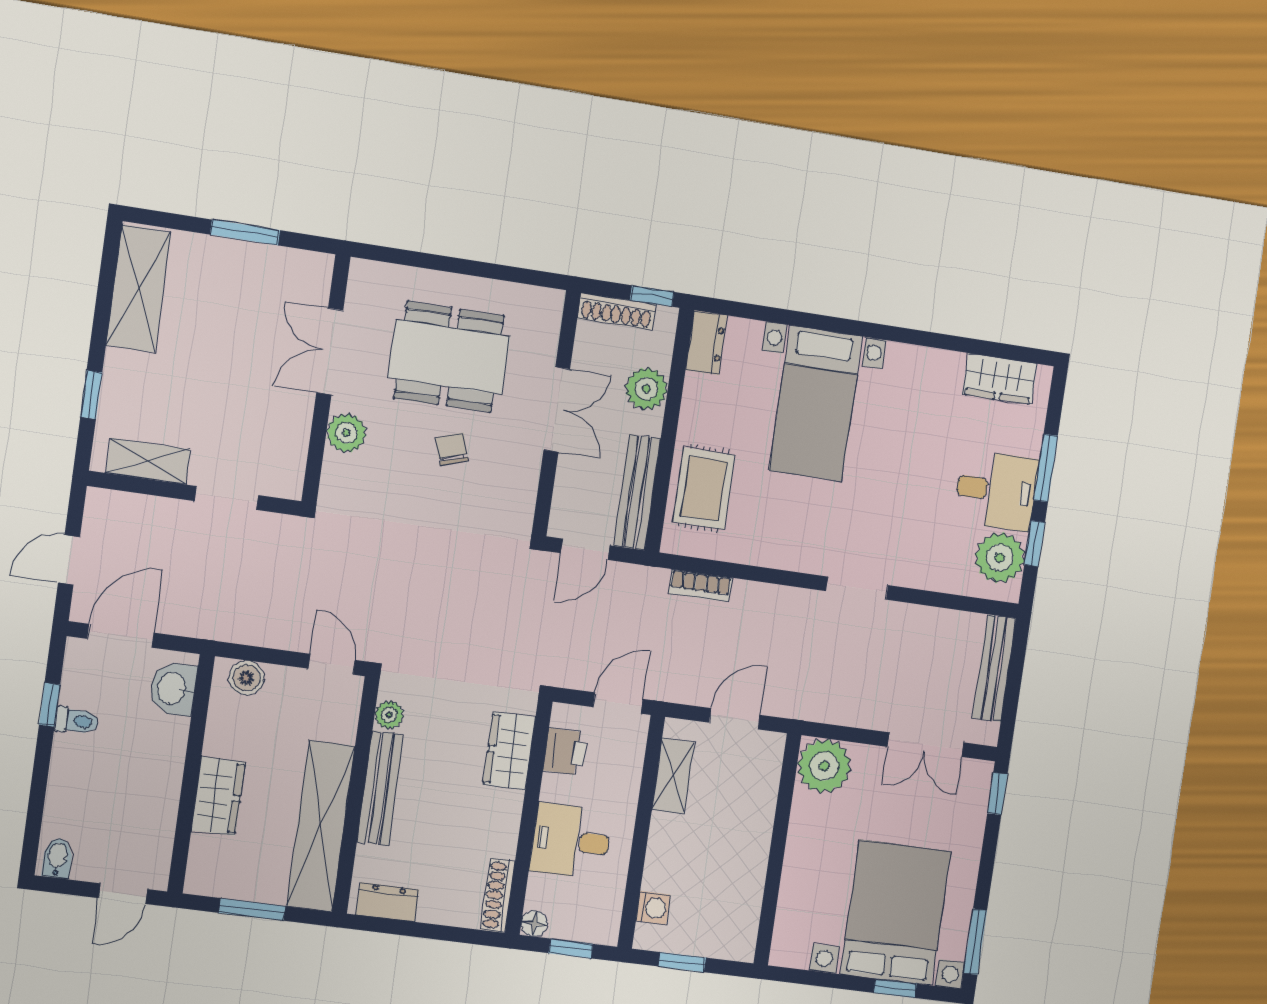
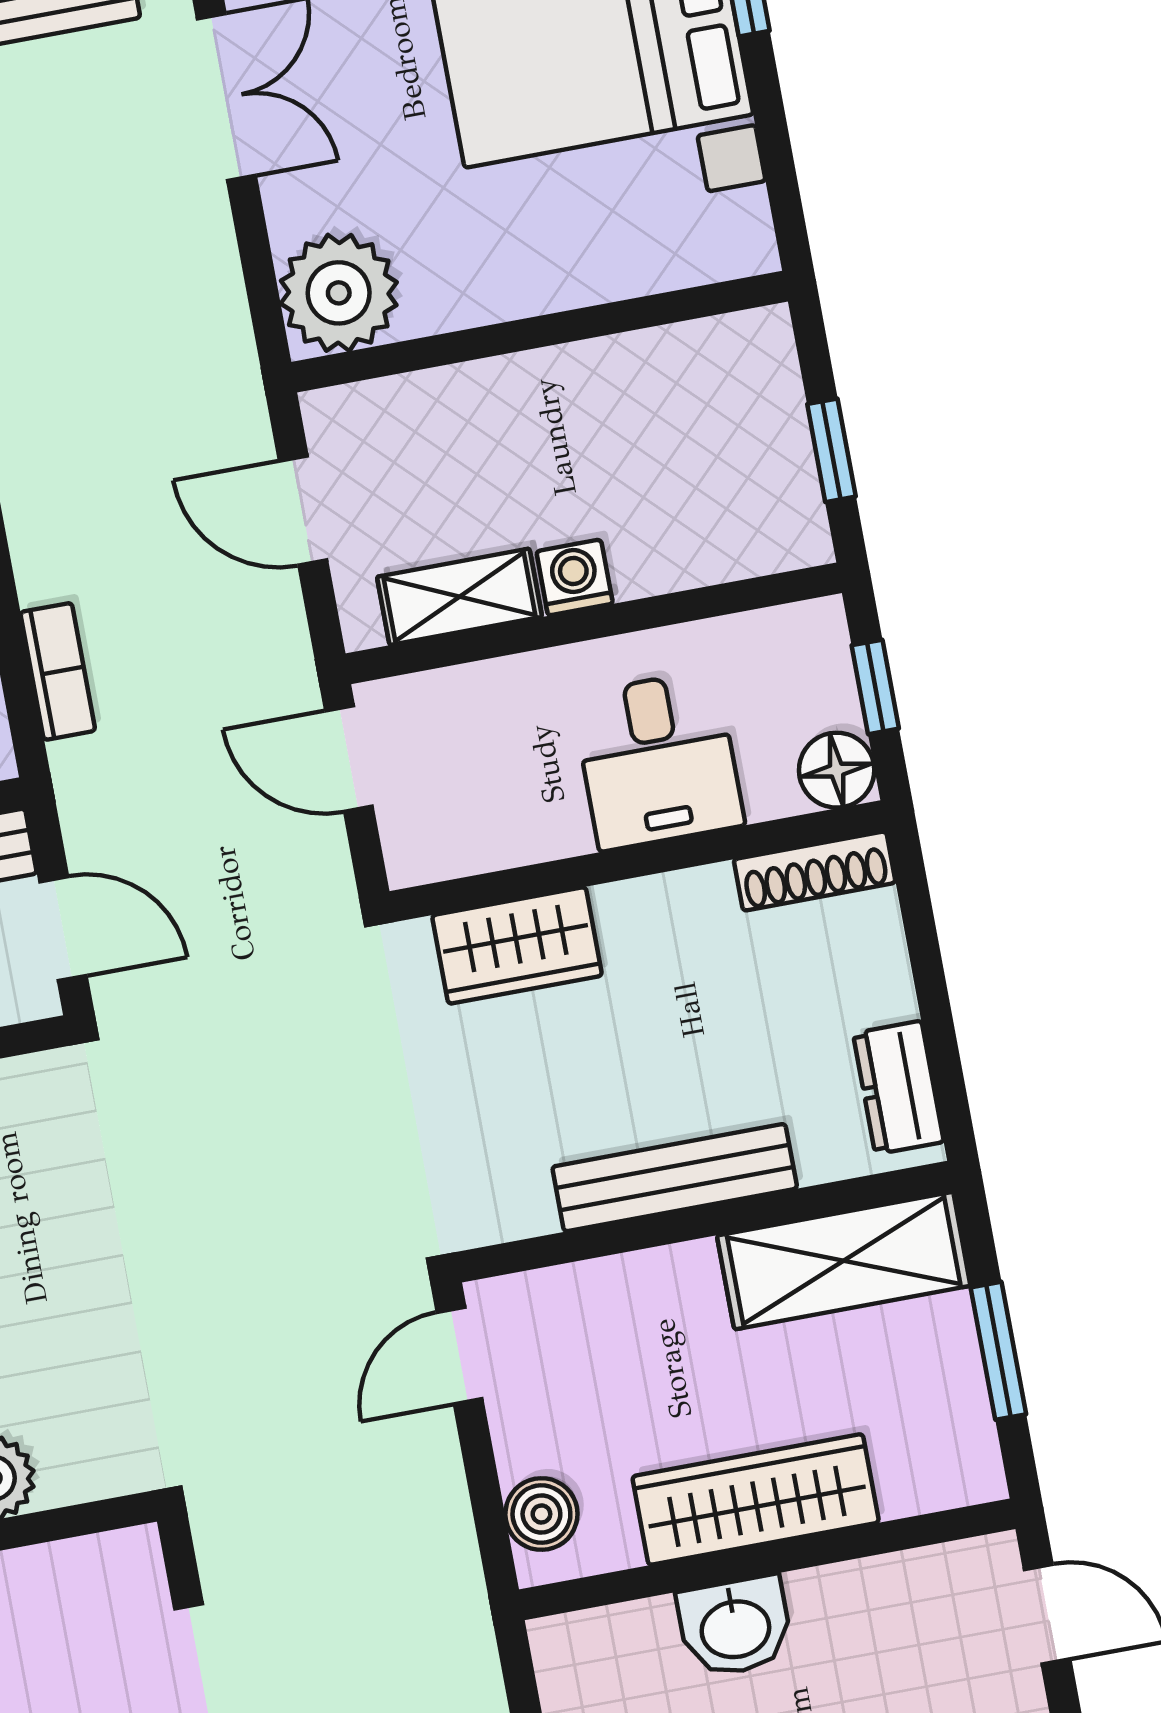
washbasin: (173, 689) -> (735, 1627), moved
plant: (389, 715) -> (523, 1209), removed
printer: (565, 752) -> (481, 832), removed
wardrobe: (218, 796) -> (756, 1499), width x1.50
shelving: (321, 826) -> (844, 1261), width x0.68
washing machine: (653, 908) -> (575, 577), moved
floor lamp: (534, 924) -> (837, 770), width x1.37, depth x1.37

